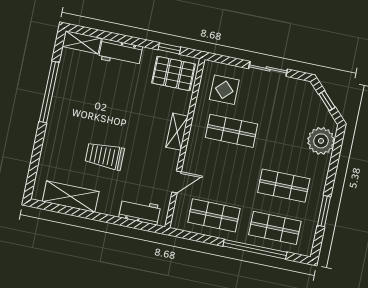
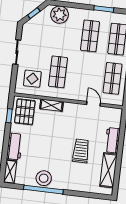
stool: (67, 94) -> (44, 178), added
shelving: (177, 132) -> (52, 105), moved
trolley: (105, 156) -> (81, 151), turned 180
workbench: (140, 211) -> (112, 140), moved

